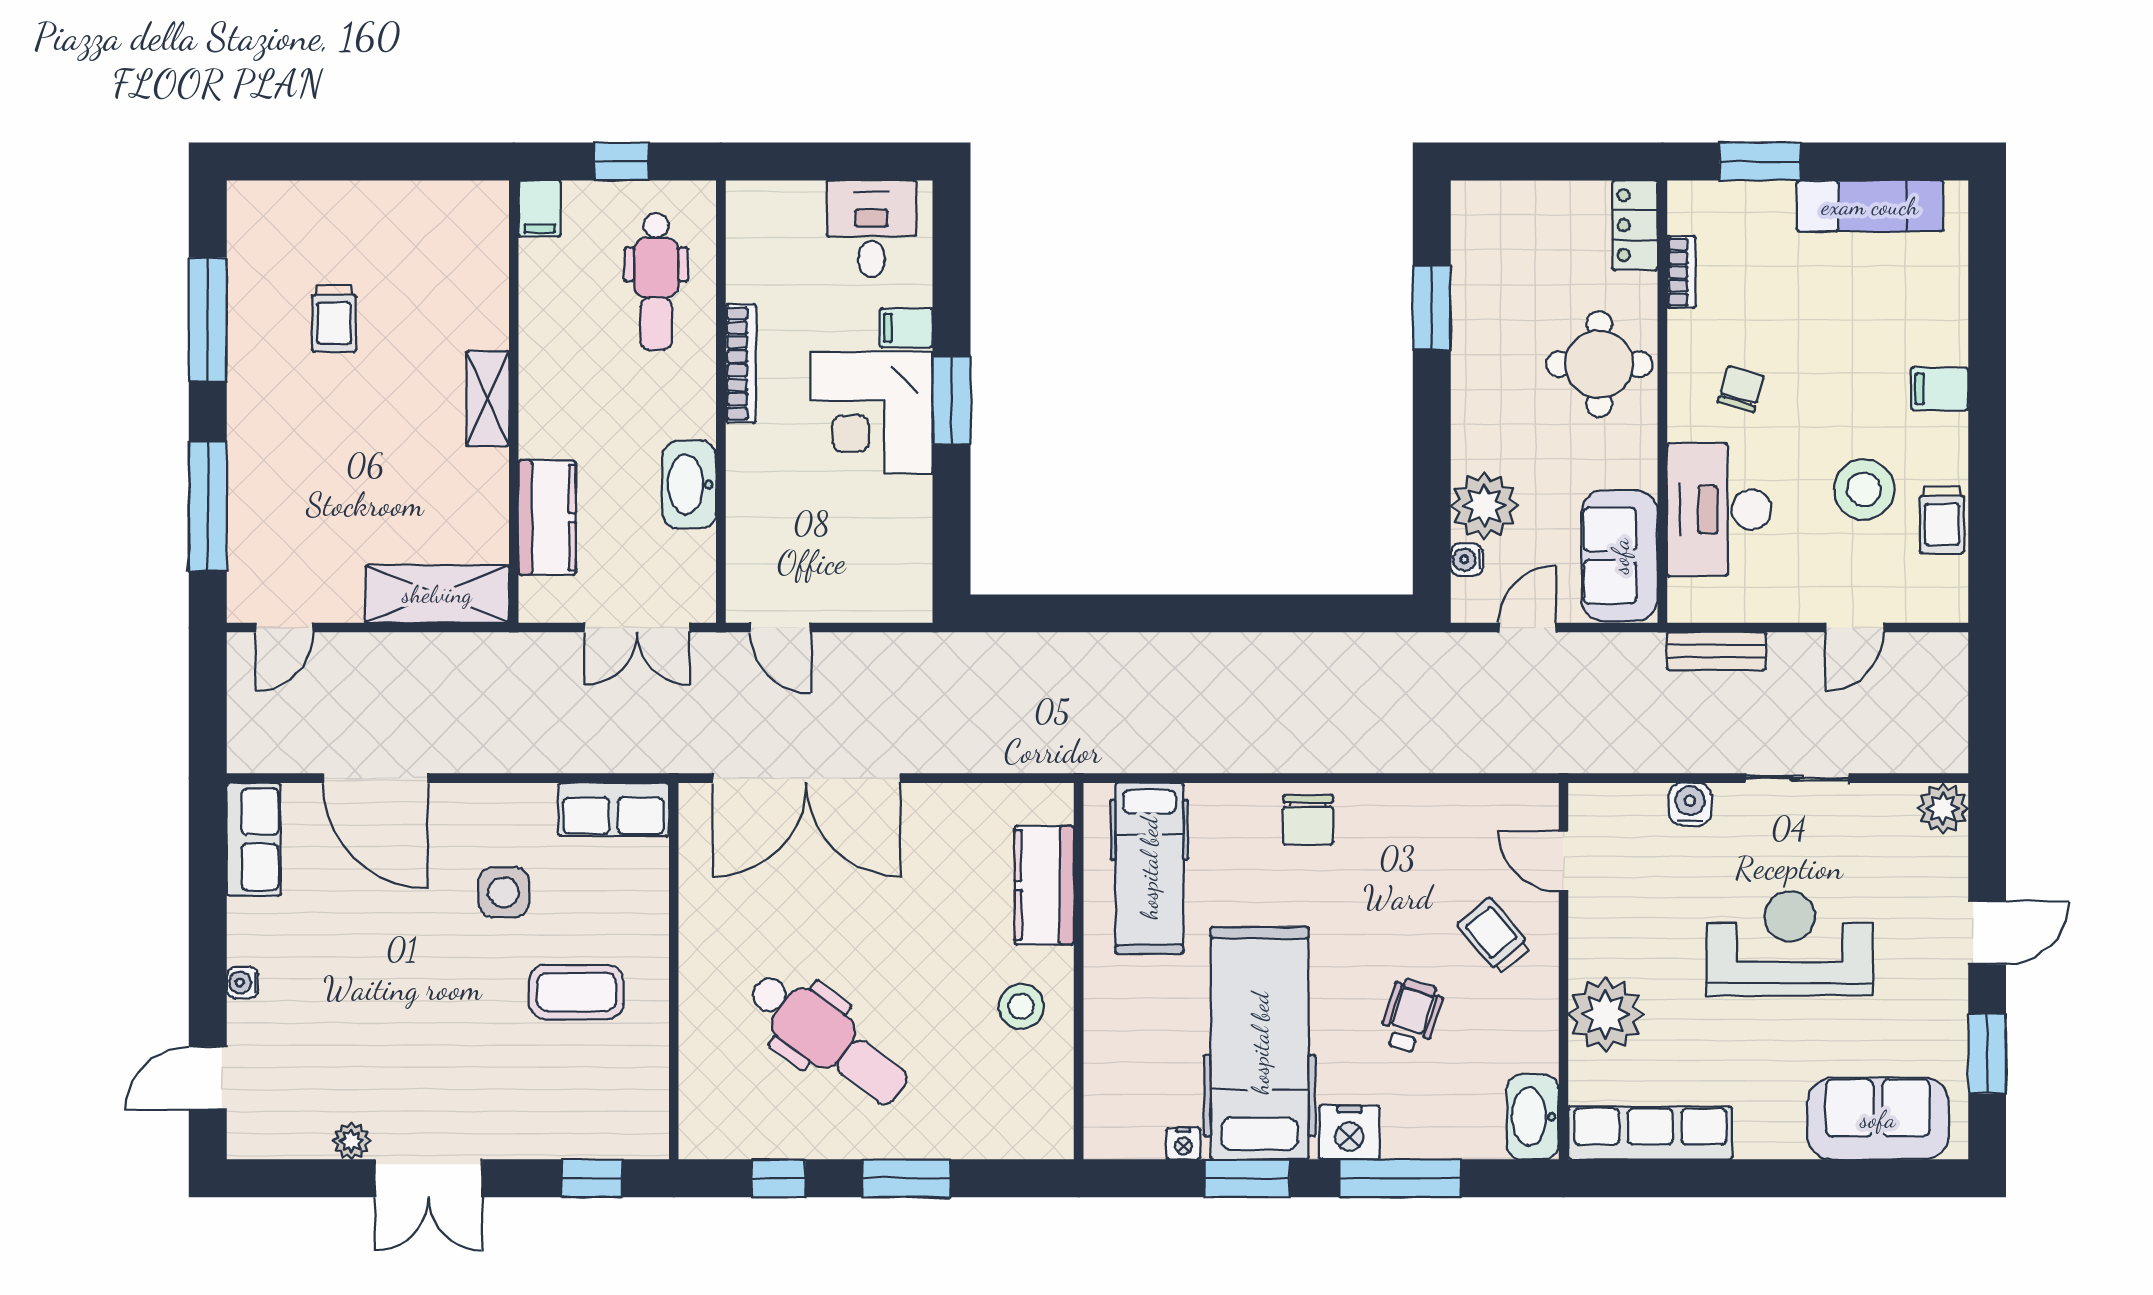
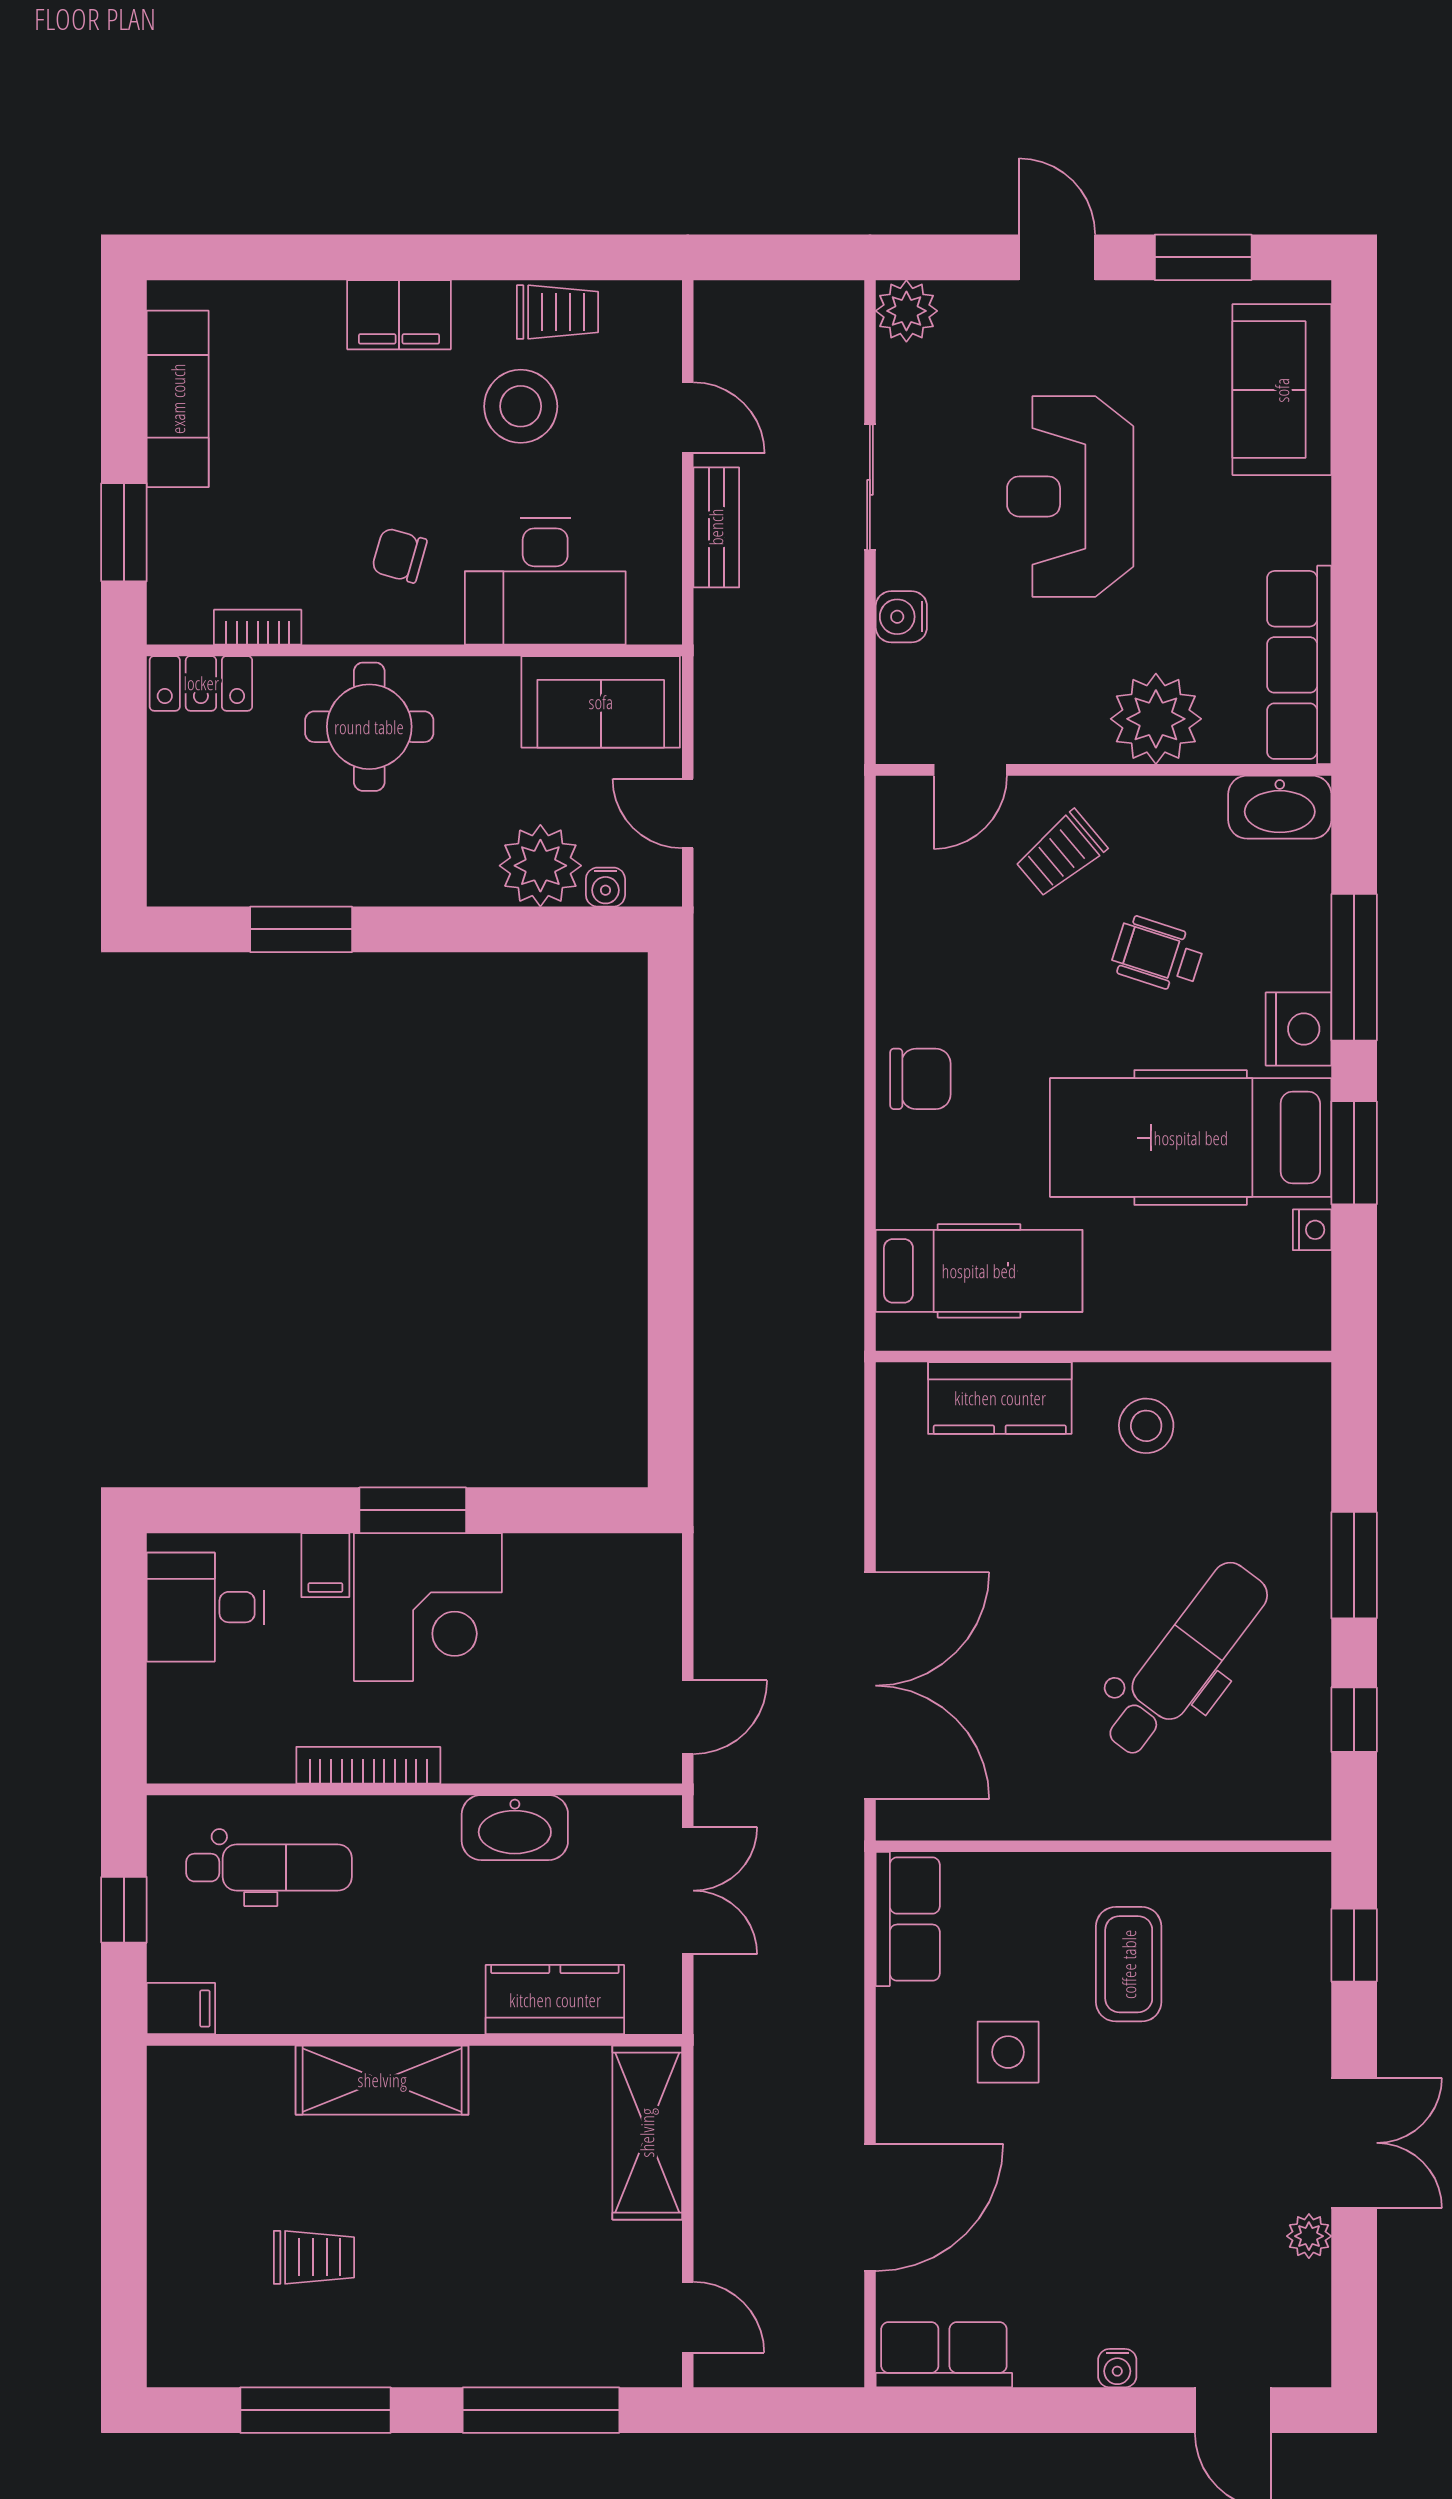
filing cabinet: (1940, 389) -> (399, 315), width x2.00
shelving: (488, 399) -> (382, 2080), width x1.50, depth x1.33
bench: (1716, 651) -> (716, 527), moved

